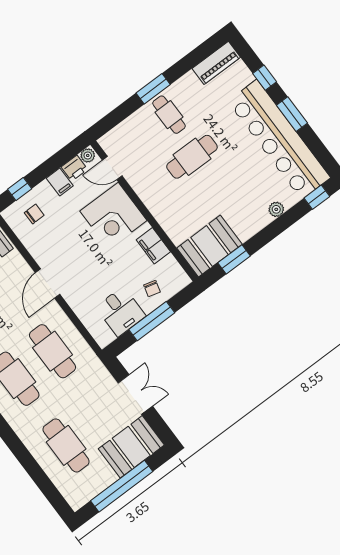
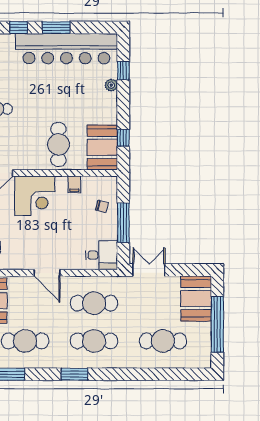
cafe table: (192, 157) -> (58, 144), moved
window: (317, 197) -> (123, 71), moved
filing cabinet: (153, 246) -> (74, 184), width x0.50
window: (234, 259) -> (123, 138), width x0.67
desk: (121, 312) -> (102, 255), moved
double door: (135, 394) -> (149, 270), moved

